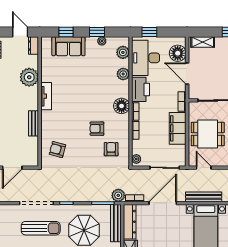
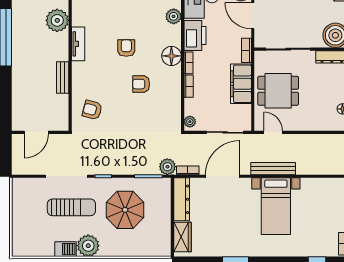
armchair: (111, 149) -> (126, 48), moved
bench: (116, 223) -> (164, 201), removed

